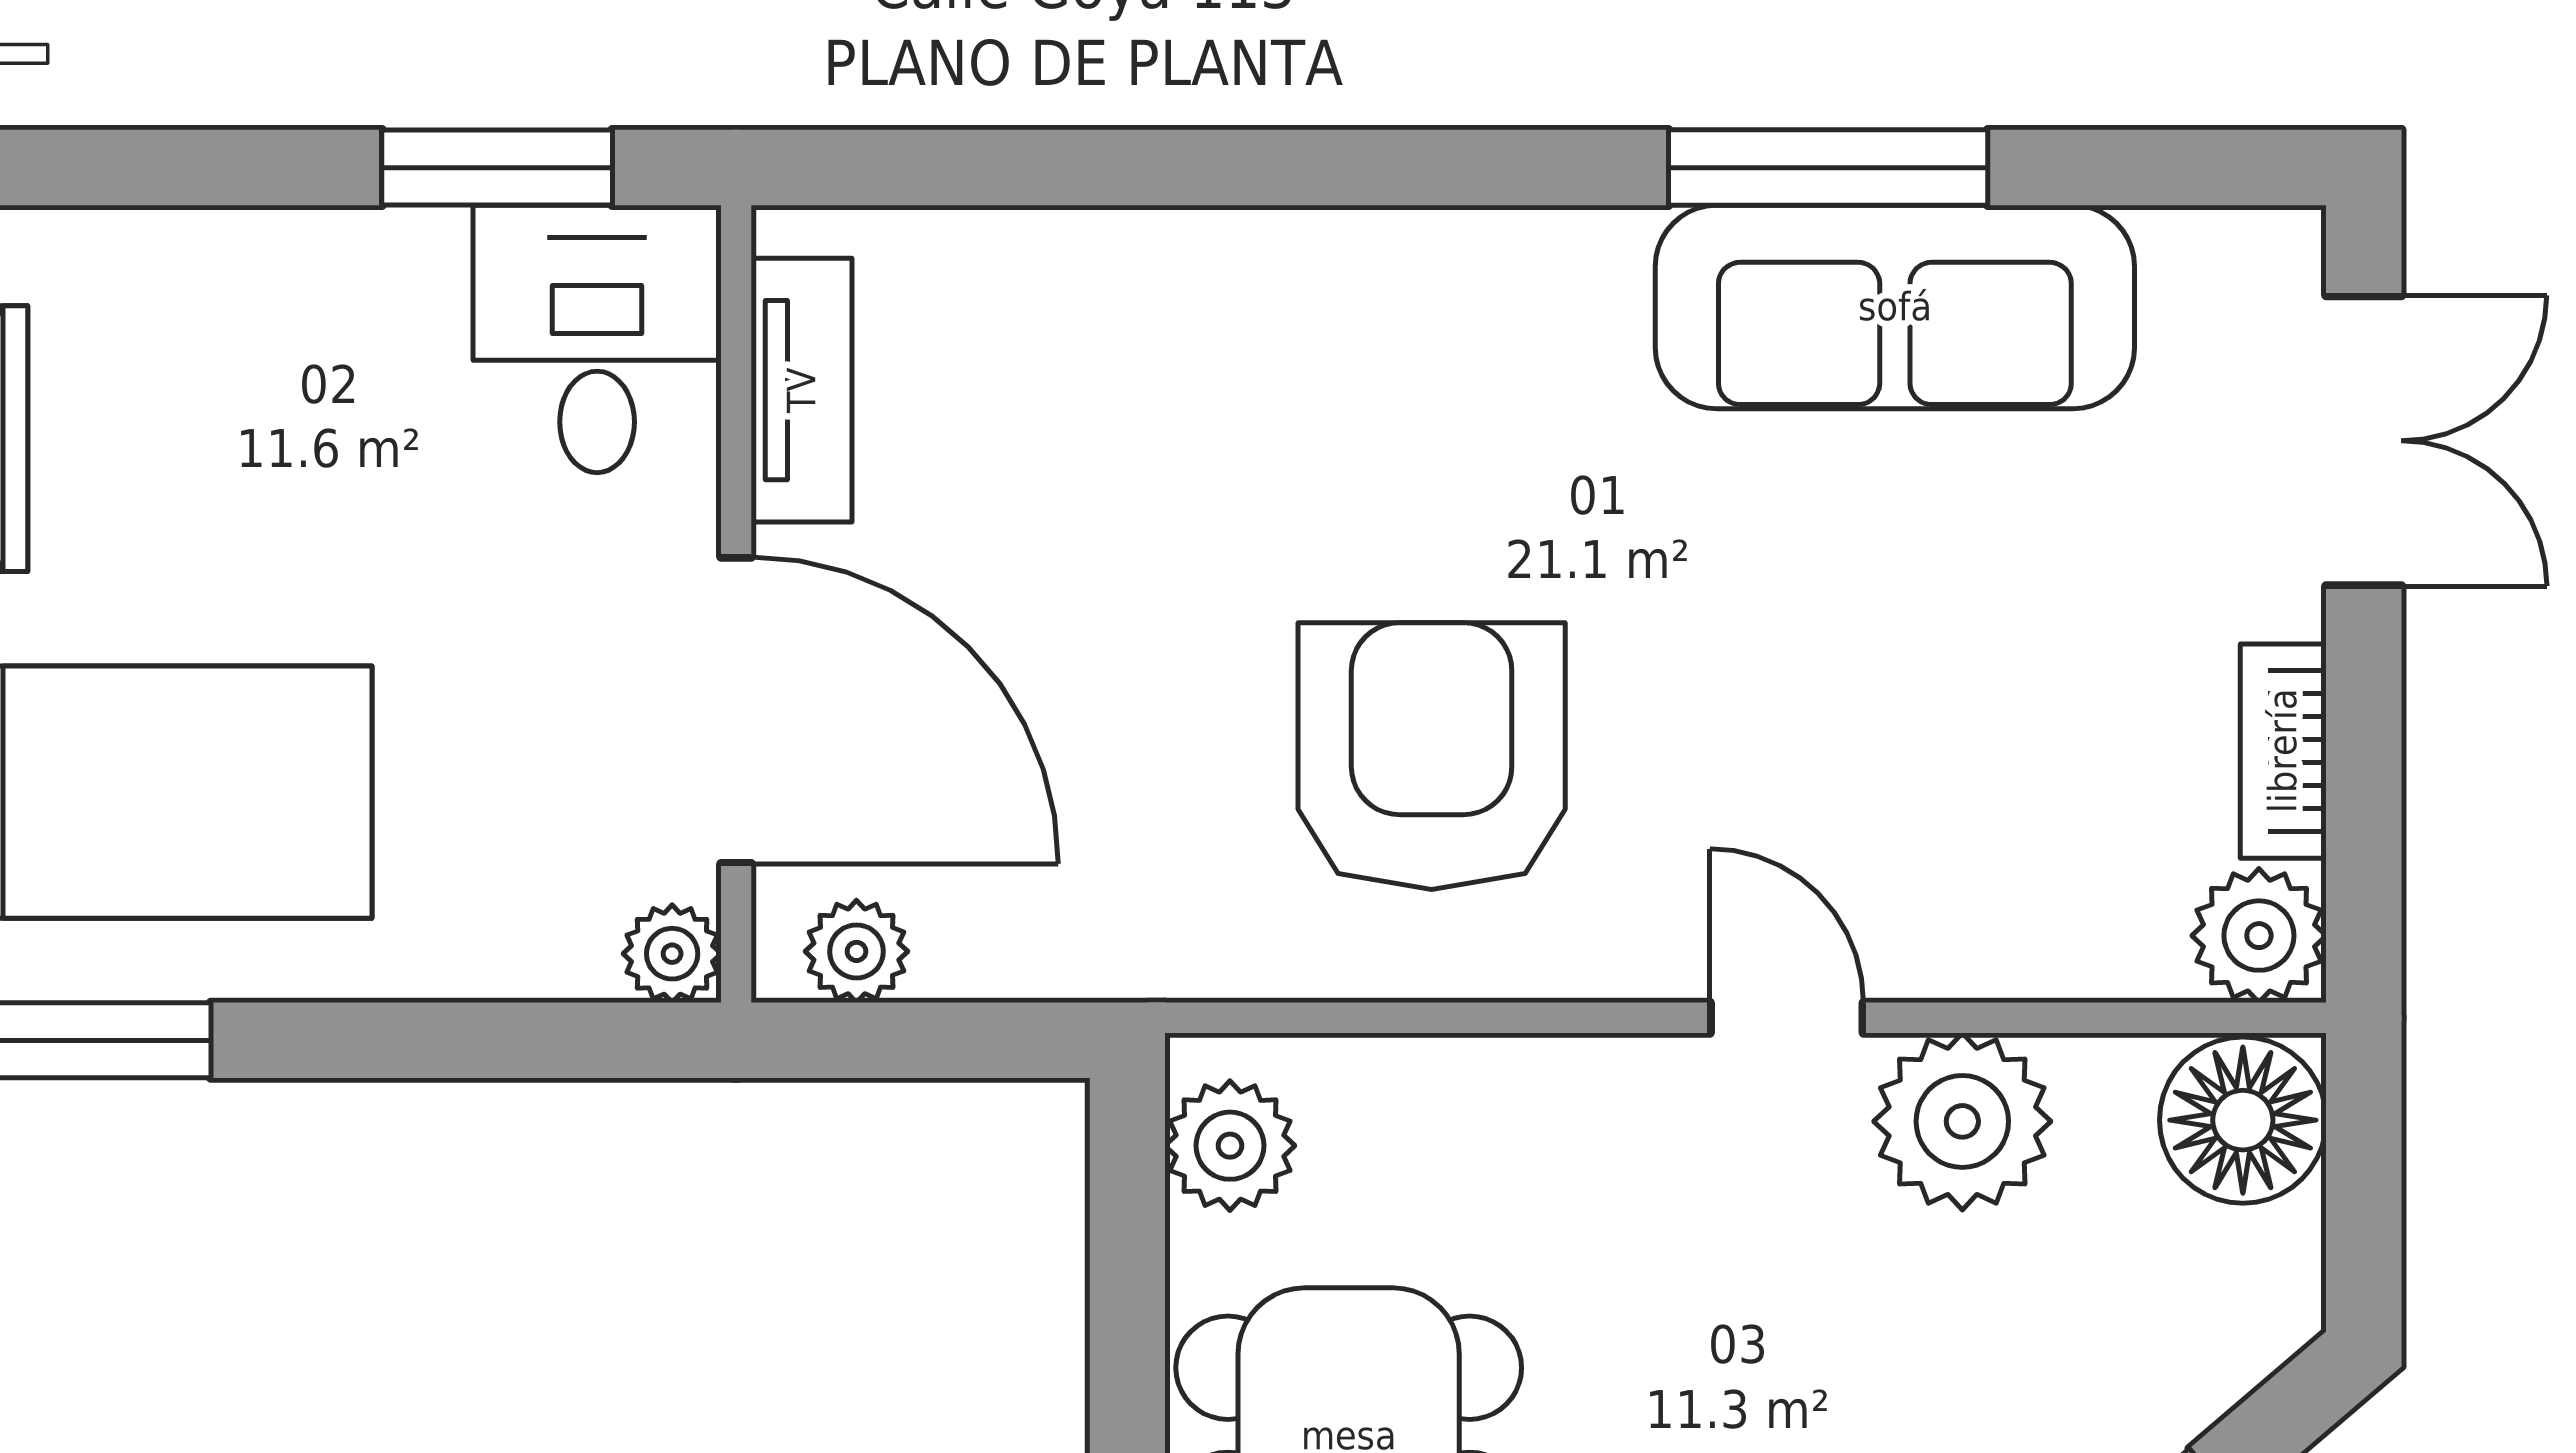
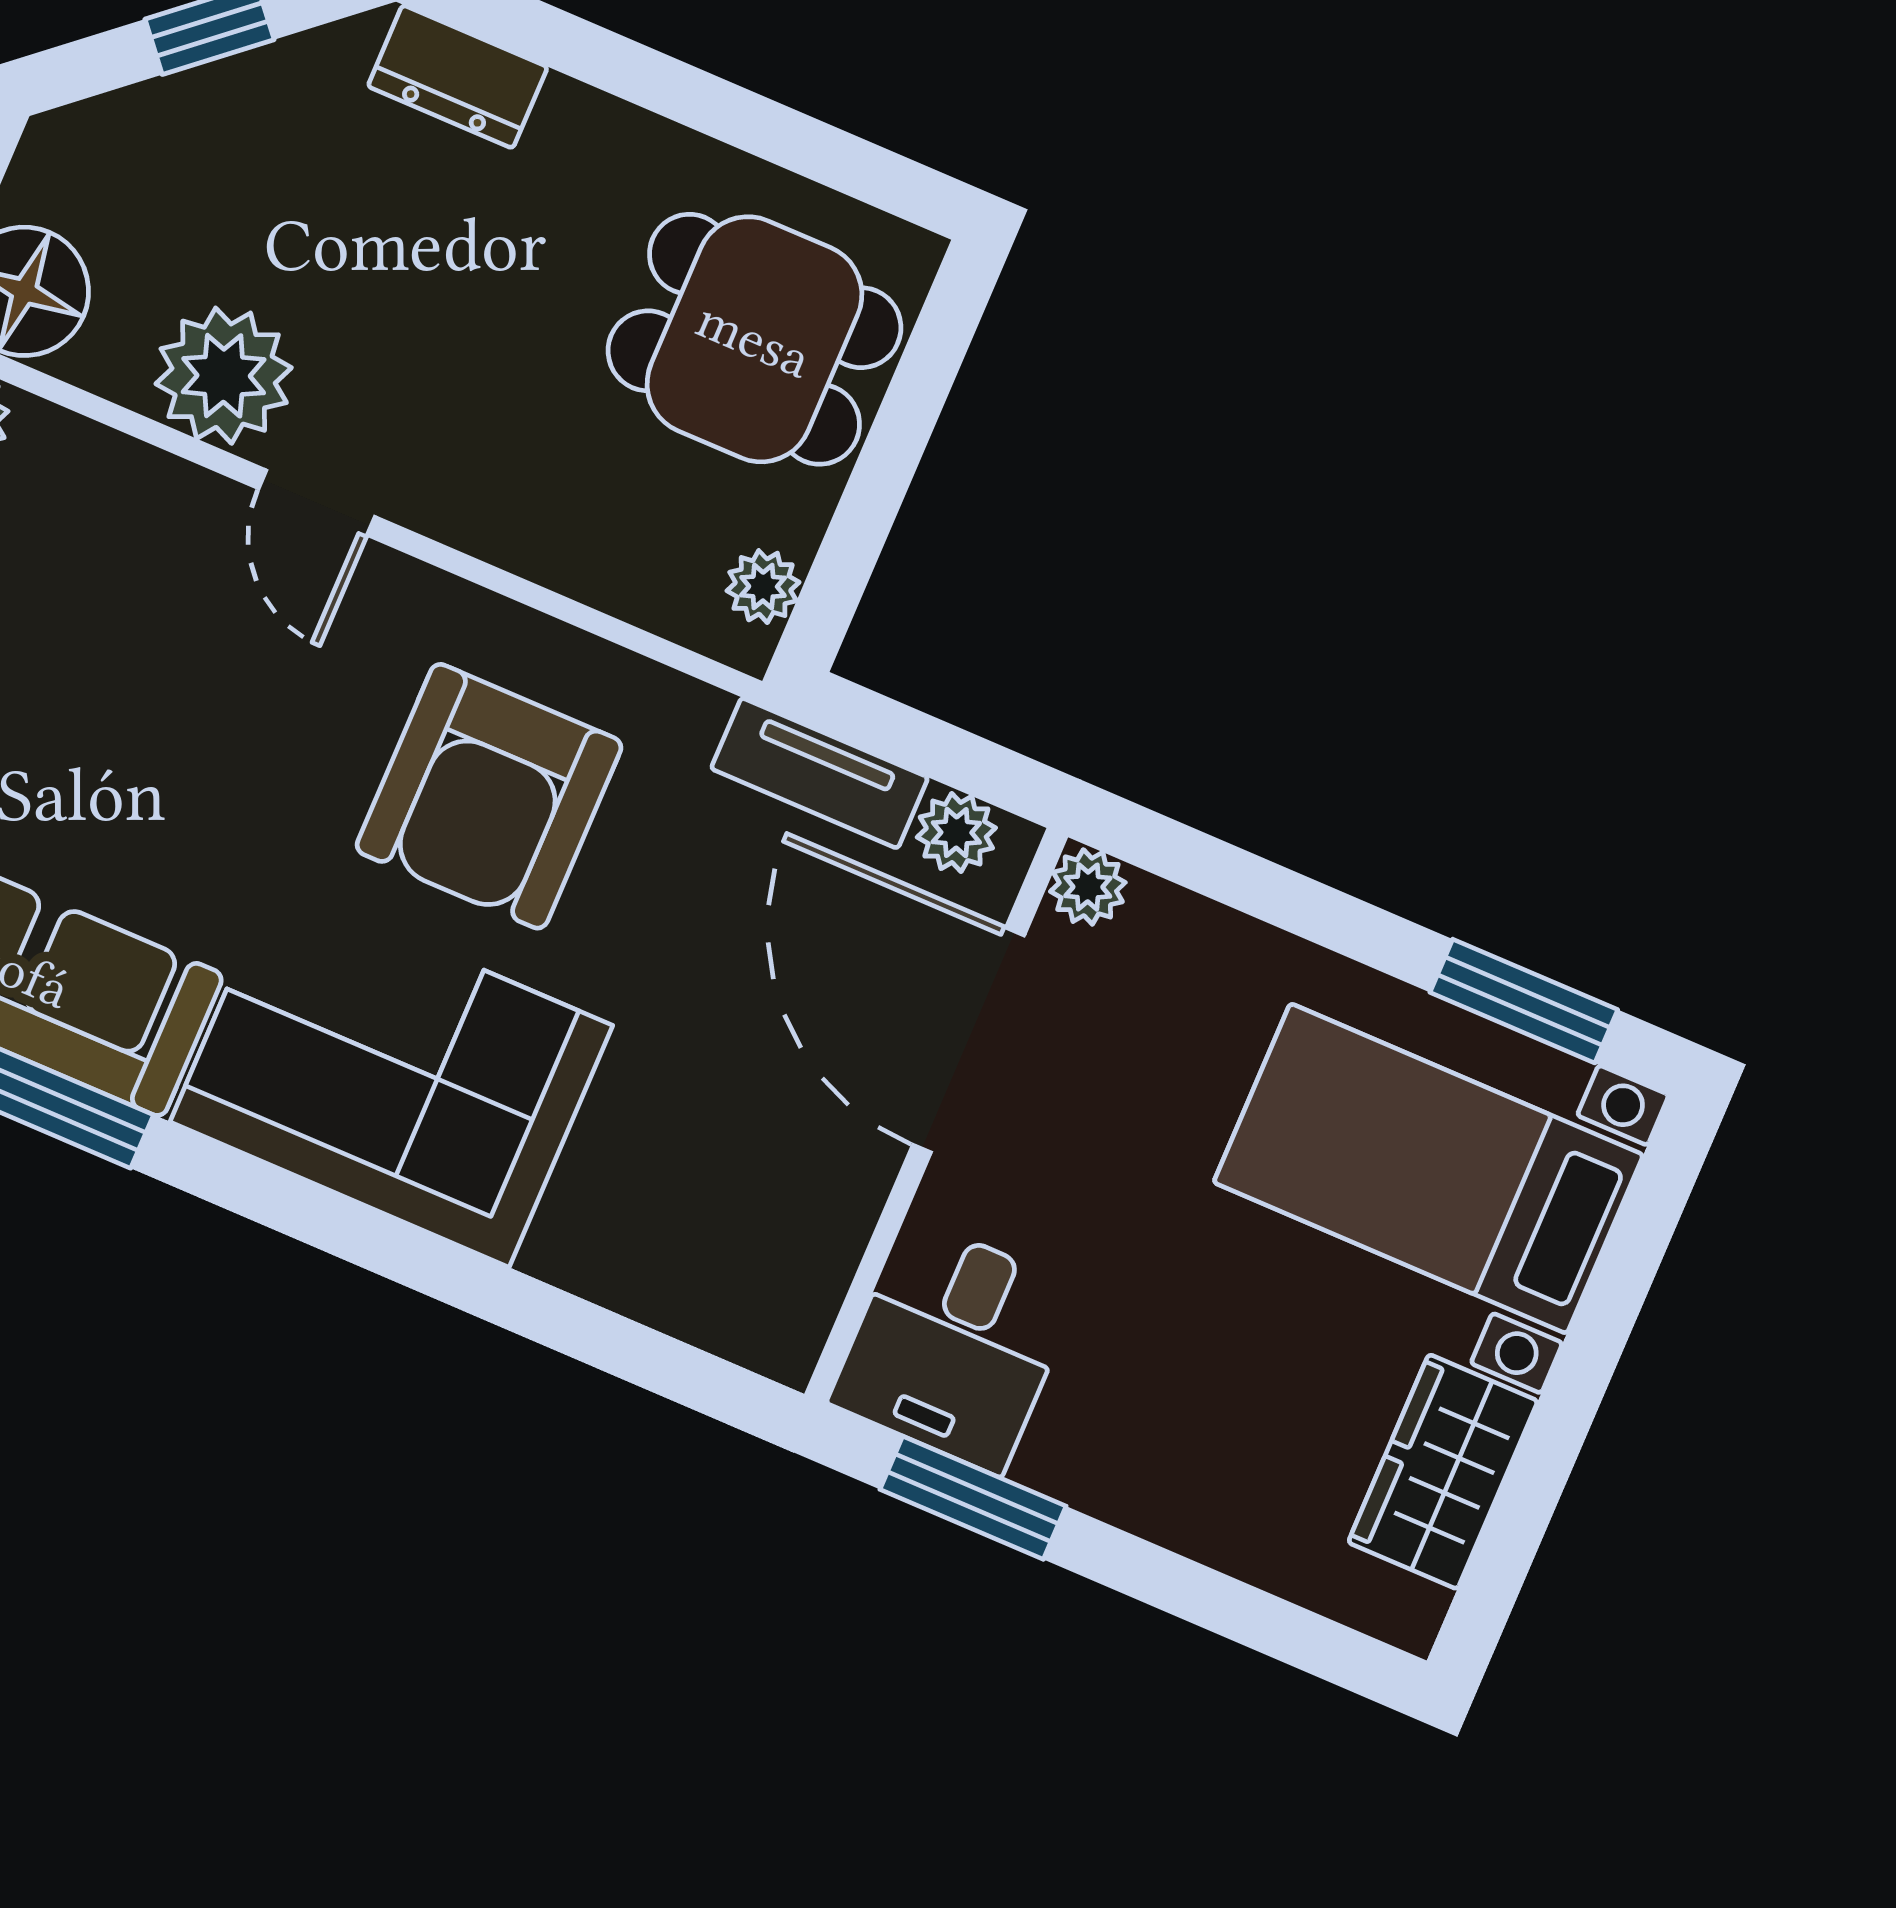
corner sofa: (1406, 376) -> (391, 1074), added
tv unit: (802, 390) -> (820, 773), moved, turned -90
plant: (1230, 1146) -> (763, 587), width x0.73, depth x0.73

